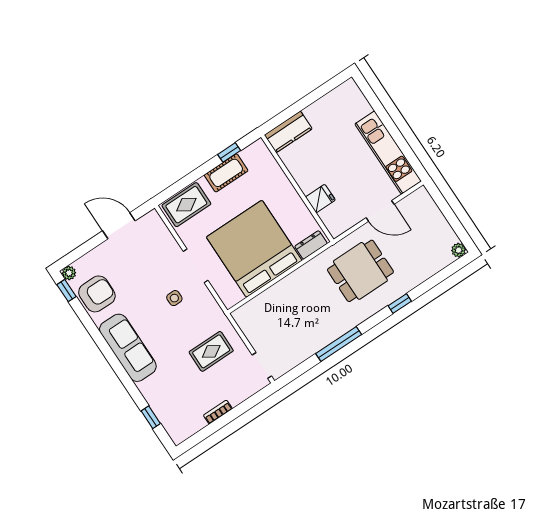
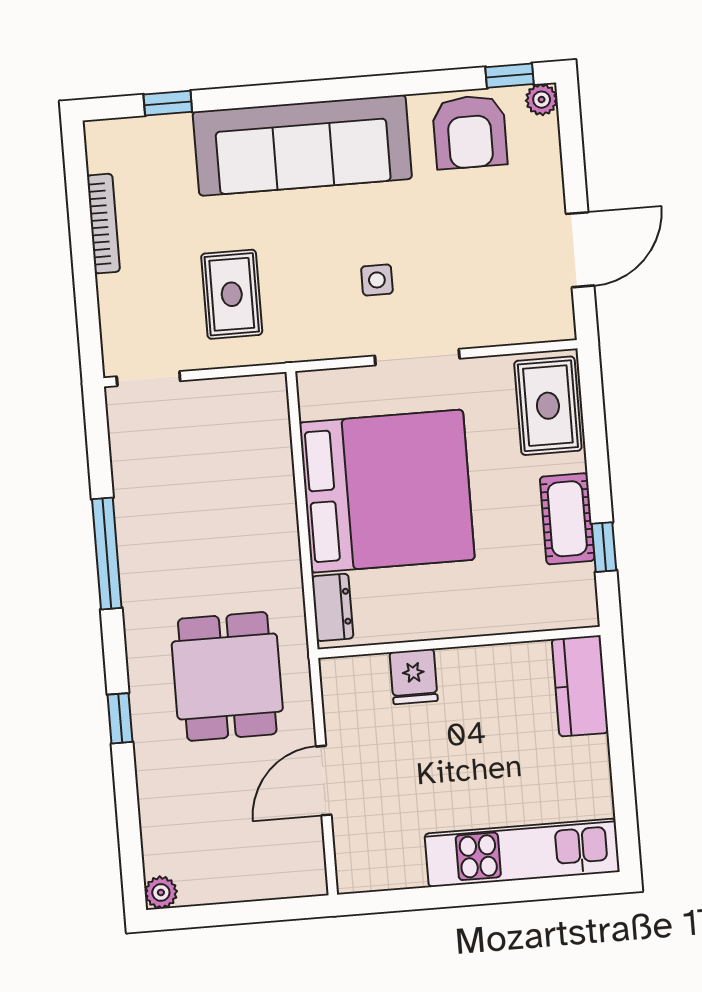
kitchen unit: (388, 153) -> (522, 853), moved
sofa: (128, 348) -> (302, 145), width x1.36, depth x1.27
bookcase: (218, 412) -> (103, 224), width x1.56

